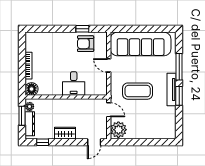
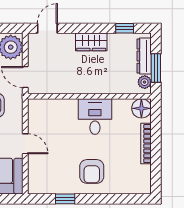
armchair: (86, 44) -> (92, 171), moved, turned 90
desk: (74, 84) -> (95, 117), moved

